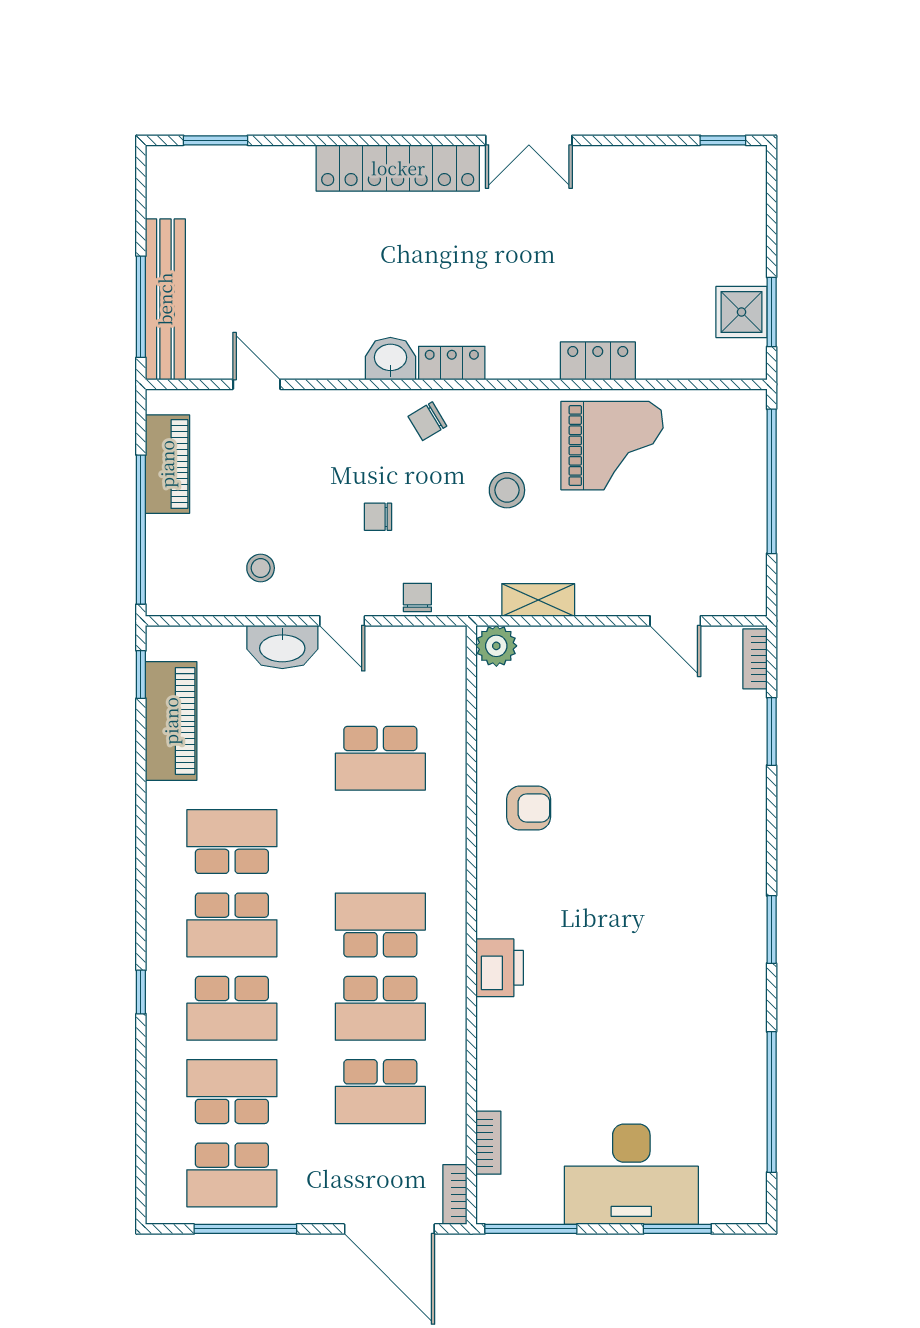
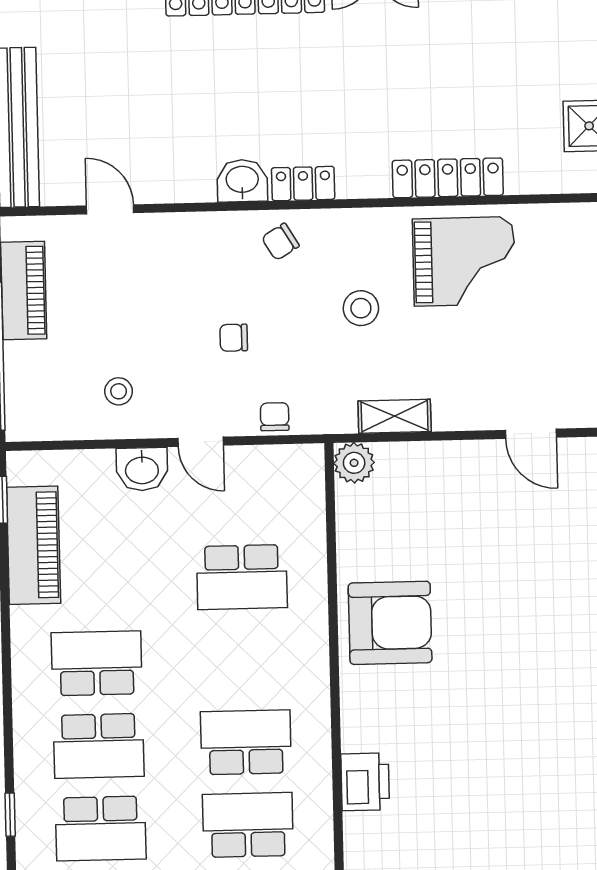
locker: (598, 361) -> (448, 178), width x1.53
washbasin: (282, 647) -> (142, 469), width x0.72
armchair: (529, 808) -> (390, 623), width x1.88, depth x1.88
school desk: (380, 1008) -> (248, 825), turned 180

